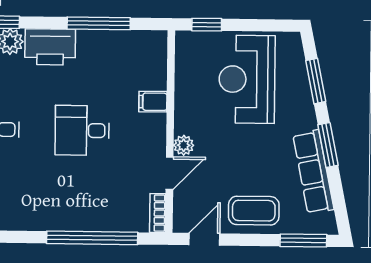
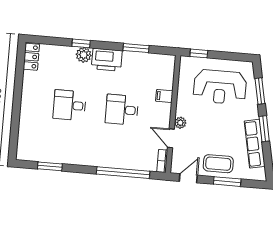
window: (99, 23) -> (136, 48), width x0.69
reception desk: (247, 79) -> (220, 87), turned -90
door: (170, 173) -> (171, 138), swing flipped
window: (303, 240) -> (227, 182), moved

